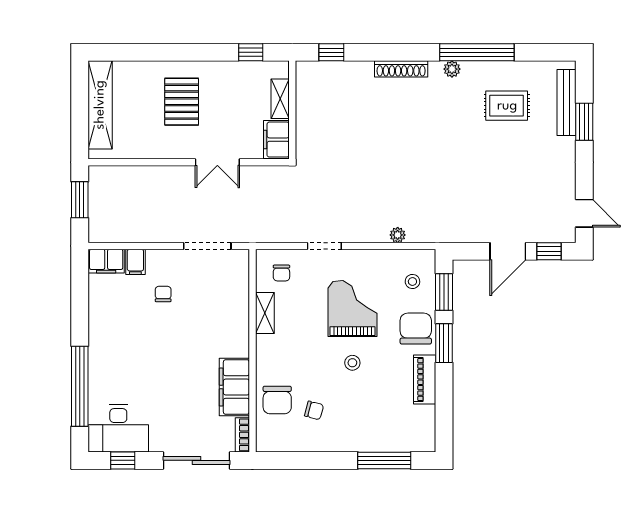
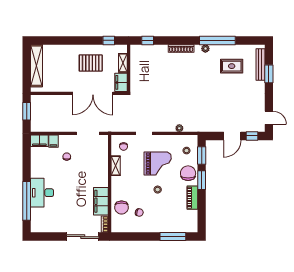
pallet: (182, 102) -> (91, 63), moved, turned 90
double door: (217, 162) -> (93, 93), width x1.87
grand piano: (353, 309) -> (158, 164), turned 90
desk: (118, 428) -> (42, 193), moved, turned 90
window: (123, 460) -> (47, 237), removed

